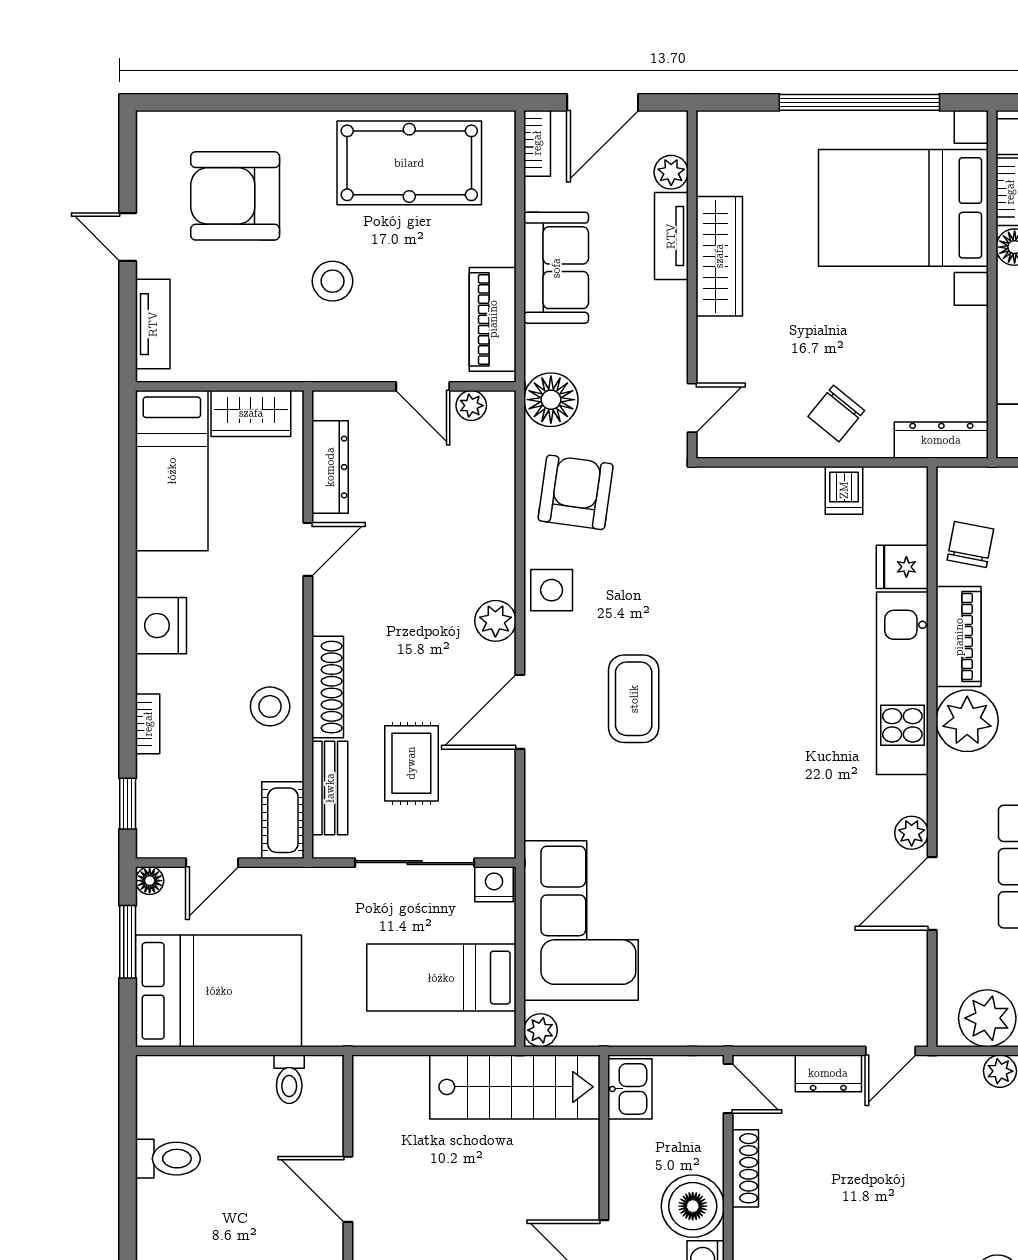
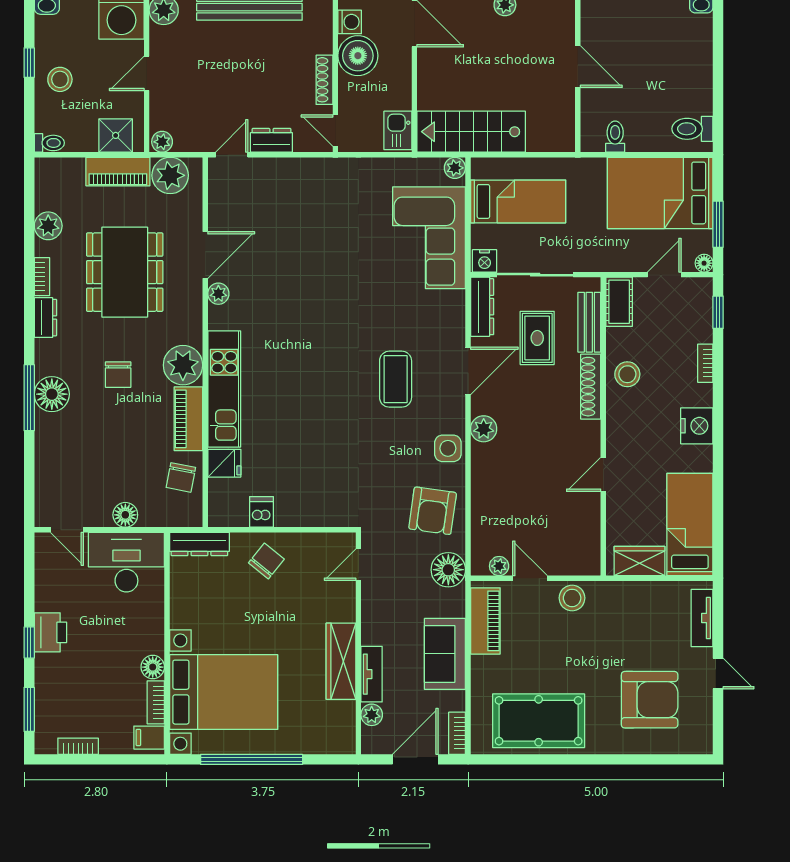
stool: (333, 281) -> (572, 598), moved
dresser: (330, 467) -> (482, 307), moved, turned 180
toilet: (168, 1159) -> (692, 129), moved

